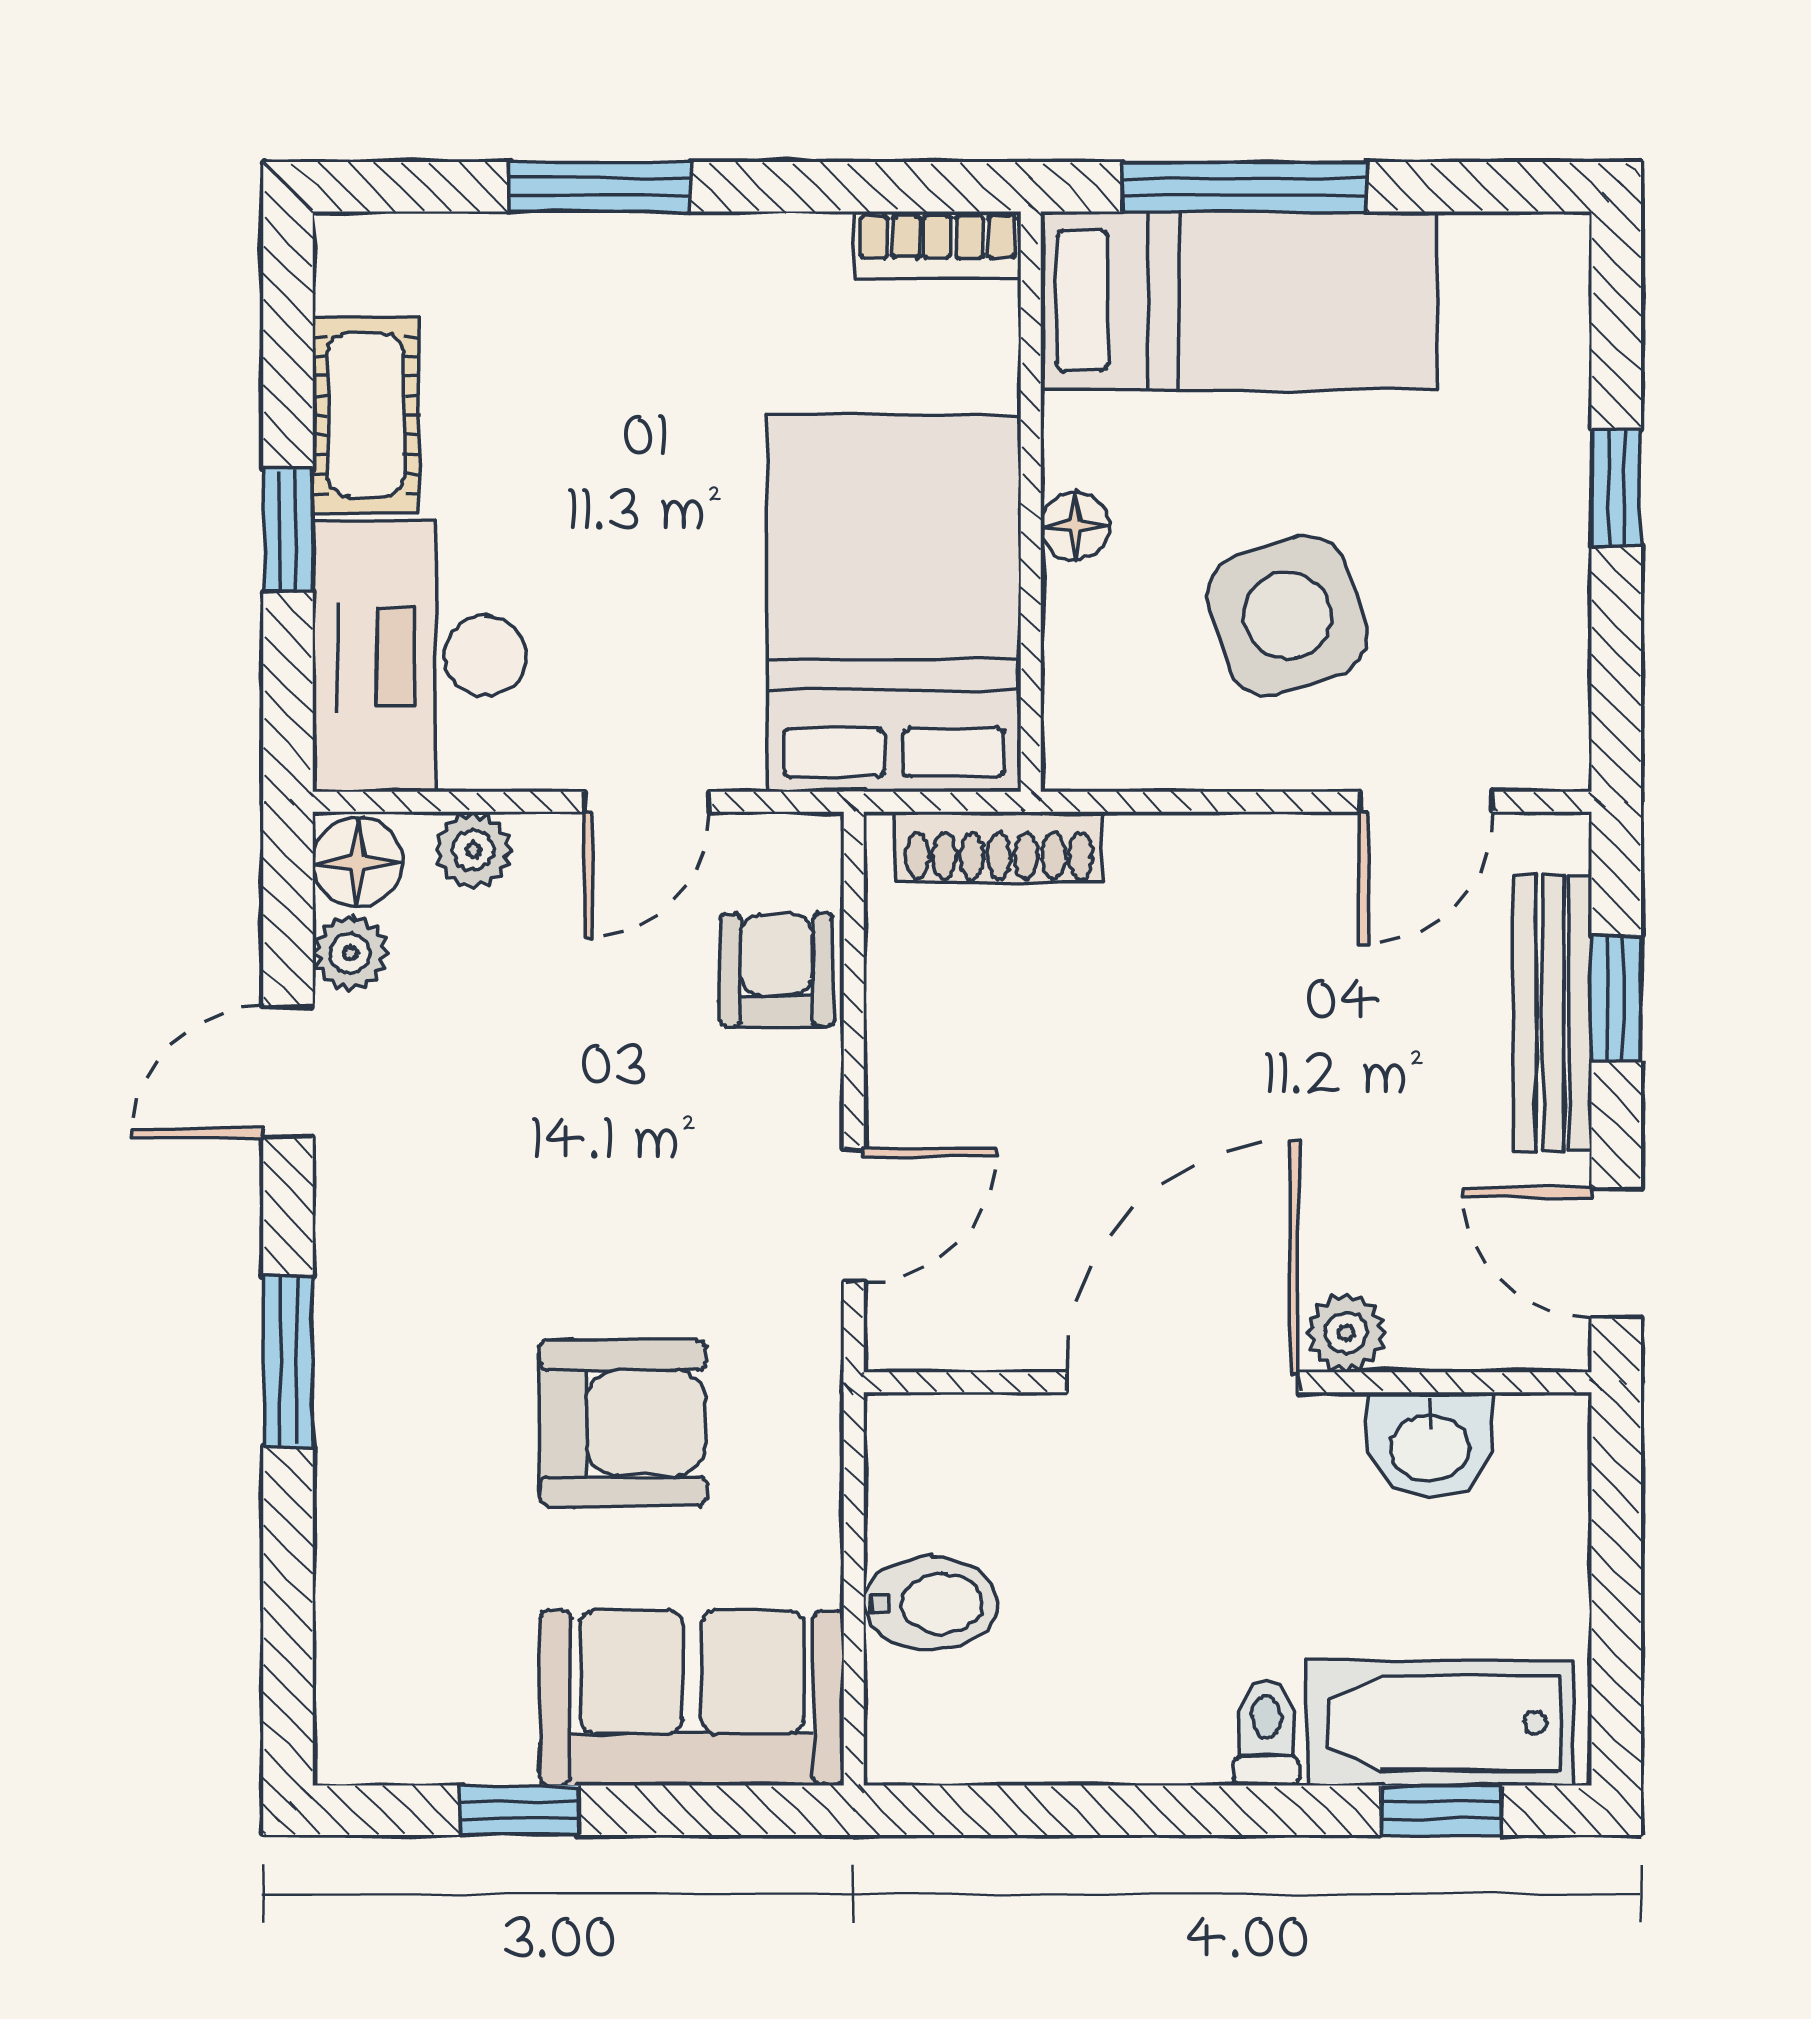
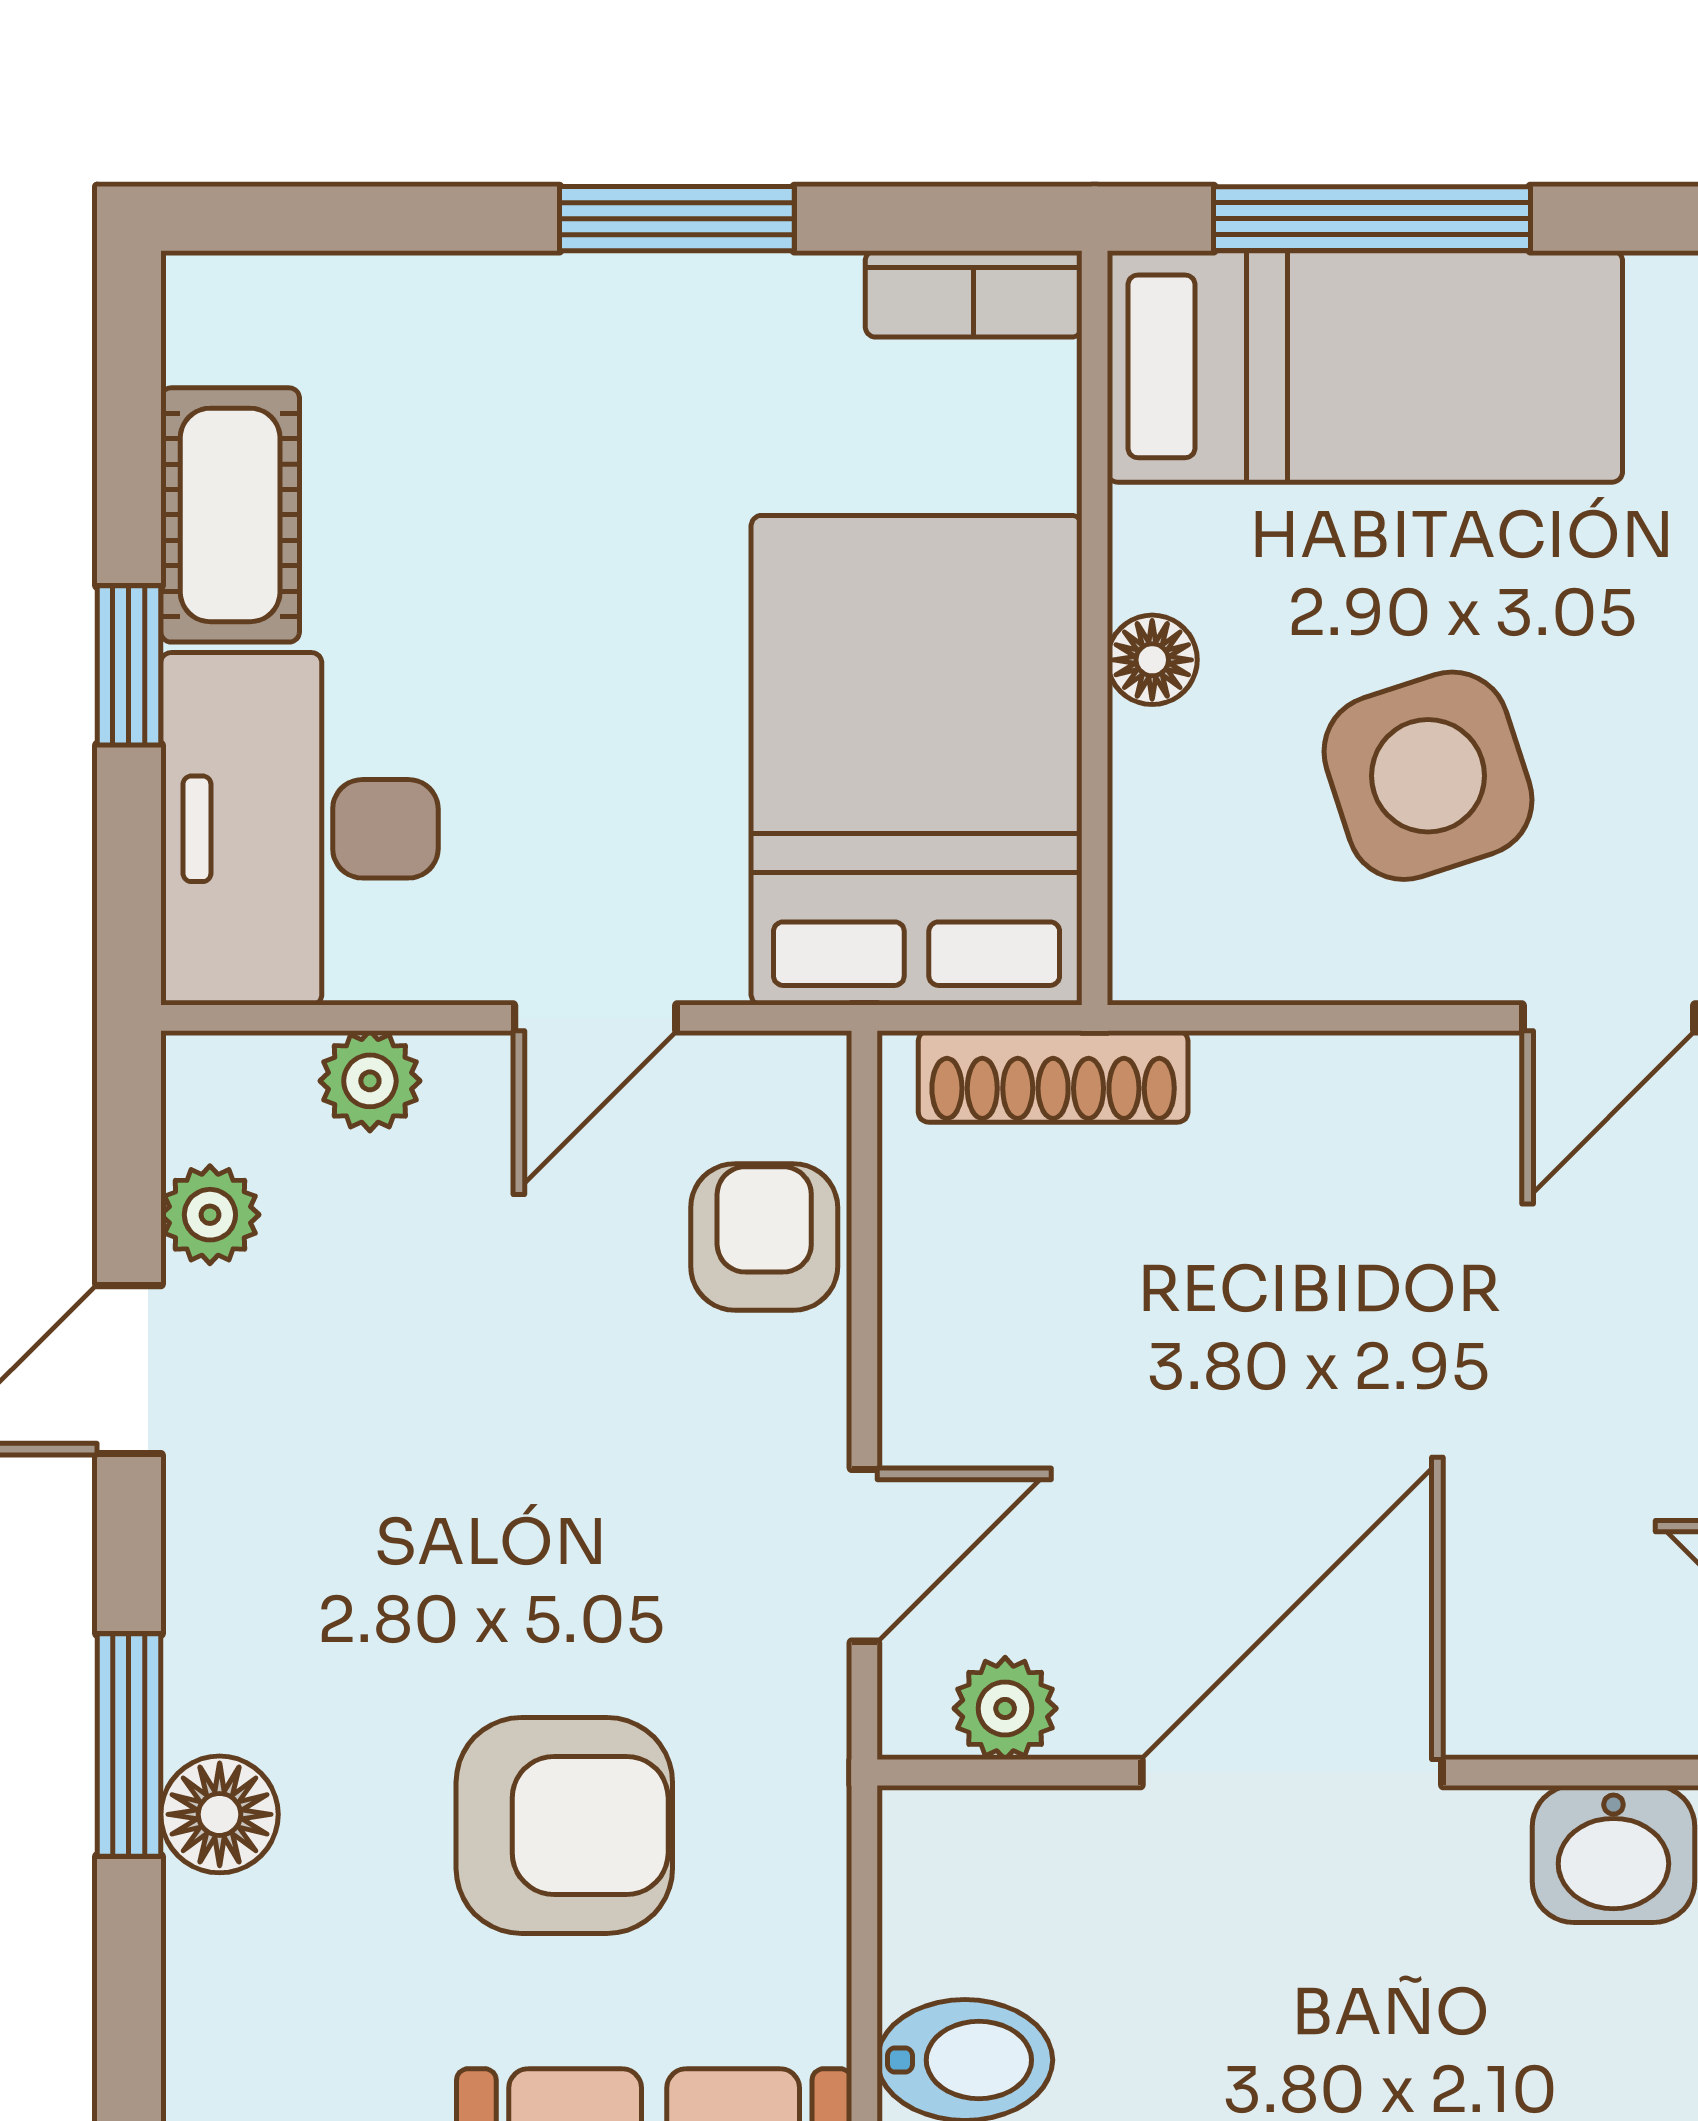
window: (600, 187) -> (677, 219), moved
floor lamp: (358, 863) -> (220, 1814), moved
plant: (1346, 1333) -> (1005, 1708), moved

